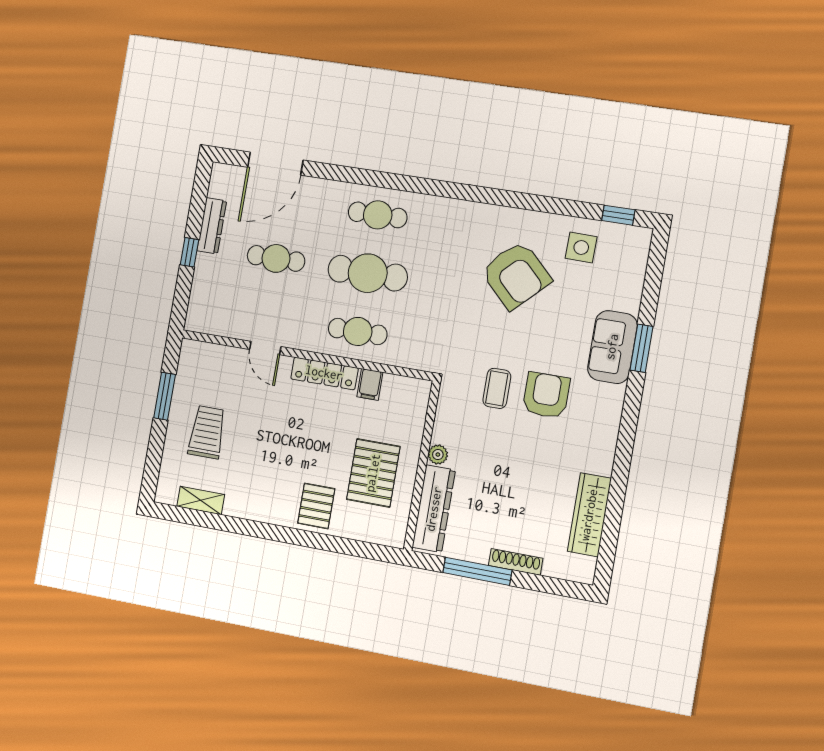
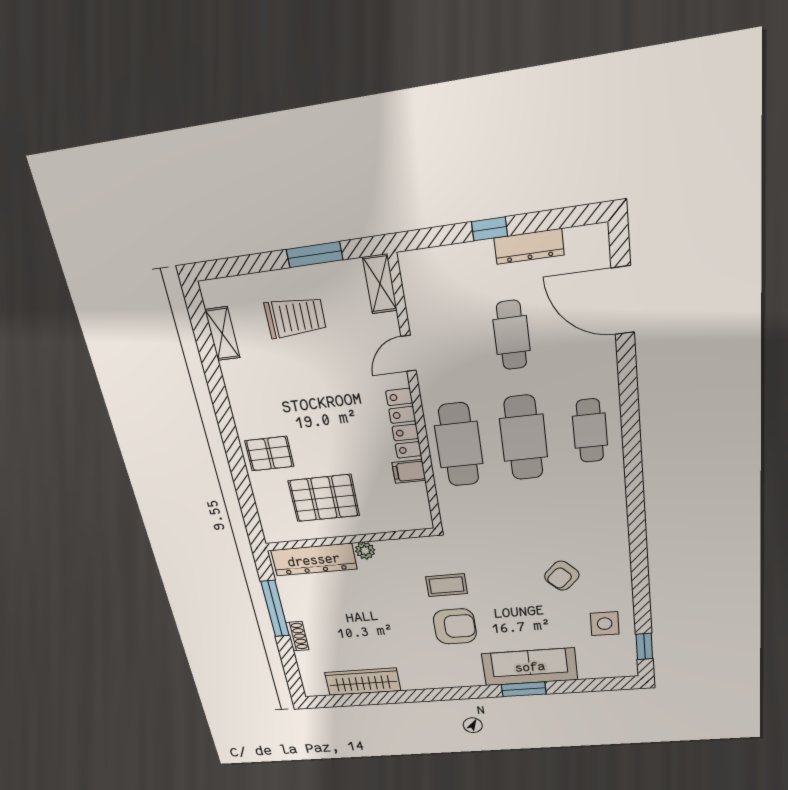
armchair: (516, 275) -> (562, 576), width x0.53, depth x0.53
cafe table: (358, 331) -> (459, 445), width x1.37, depth x1.35
sofa: (612, 347) -> (530, 667), width x1.36
shelving: (203, 352) -> (380, 284), added
shoe rack: (516, 562) -> (297, 636), width x0.70

